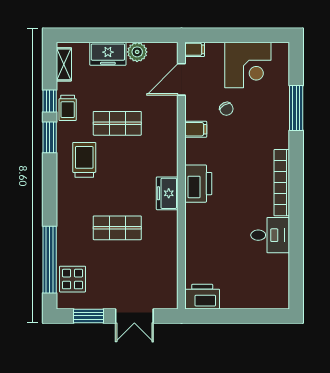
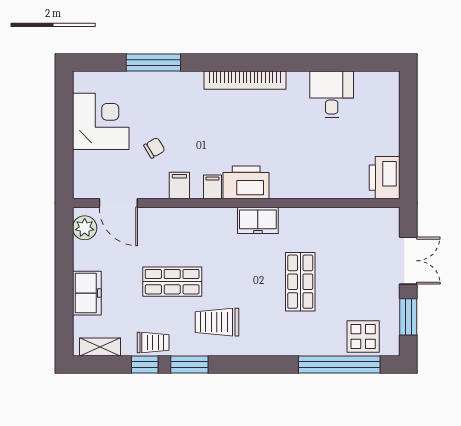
filing cabinet: (195, 49) -> (212, 187), moved
plant: (137, 52) -> (85, 228), moved
shop shelf: (117, 123) -> (172, 282), turned 90
desk: (270, 235) -> (332, 94), moved

